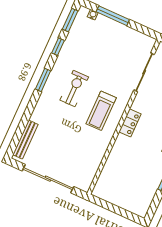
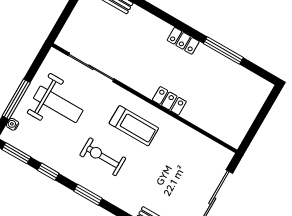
weight bench: (112, 49) -> (58, 104), added
locker: (130, 123) -> (169, 101), moved

